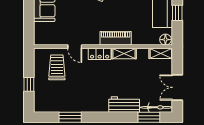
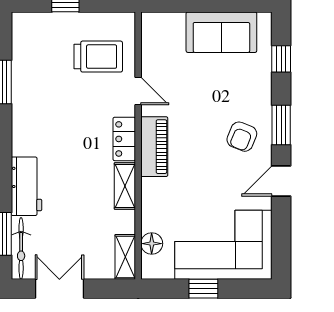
piano: (116, 38) -> (154, 147), moved
floor lamp: (165, 40) -> (152, 244), moved
door: (75, 47) -> (138, 91), swing flipped

